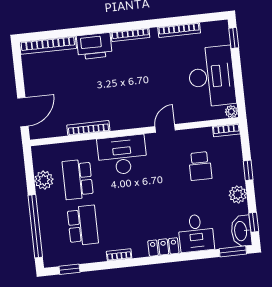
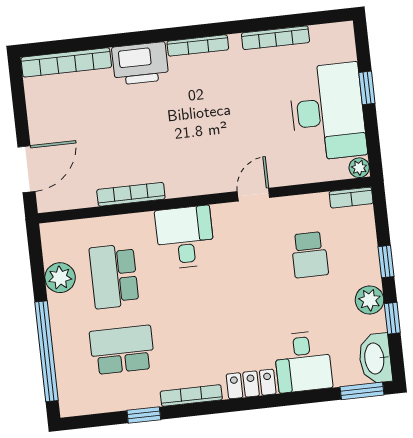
window: (234, 38) -> (367, 88), moved
desk: (122, 155) -> (185, 237), width x0.73
window: (254, 222) -> (392, 318), moved
school desk: (83, 225) -> (122, 350), turned -90
bookcase: (119, 255) -> (191, 395), width x1.56
window: (69, 269) -> (144, 415), moved

